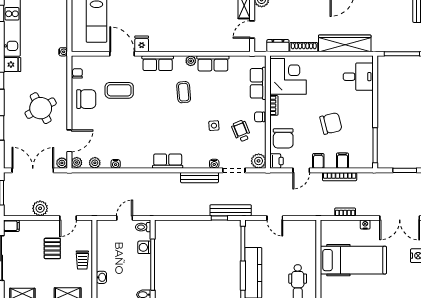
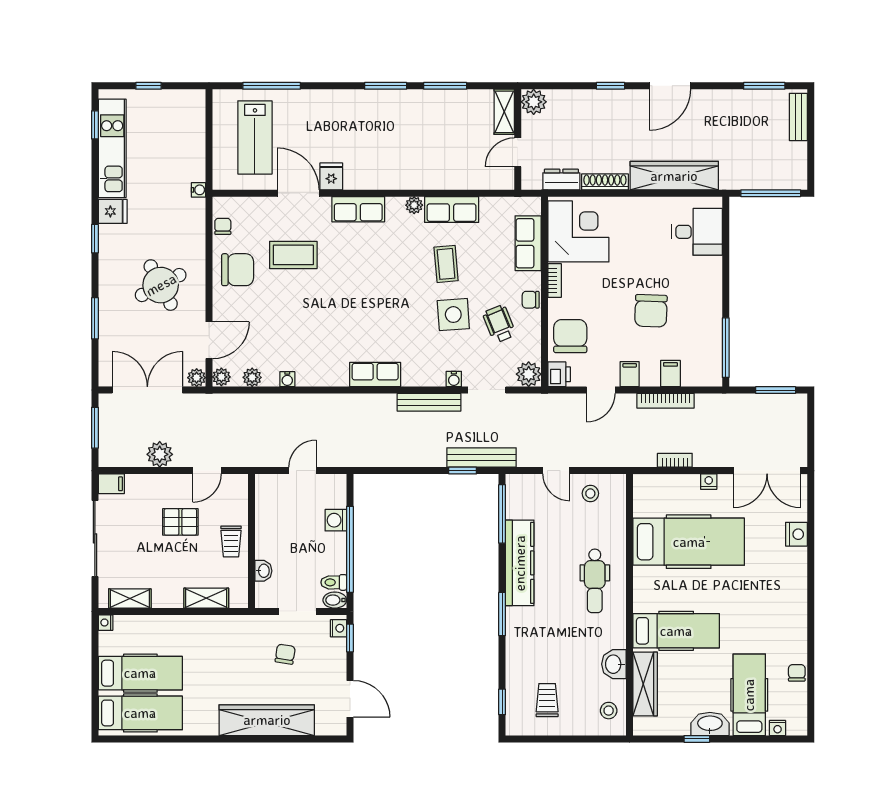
coffee table: (184, 92) -> (446, 264), moved
chair: (331, 123) -> (651, 311), turned 106
side table: (214, 126) -> (453, 315), width x1.87, depth x1.87
chair: (283, 138) -> (570, 336), turned 180
toilet: (143, 227) -> (334, 582), moved
stool: (295, 232) -> (590, 493), added
pallet: (52, 248) -> (180, 522), turned 90

